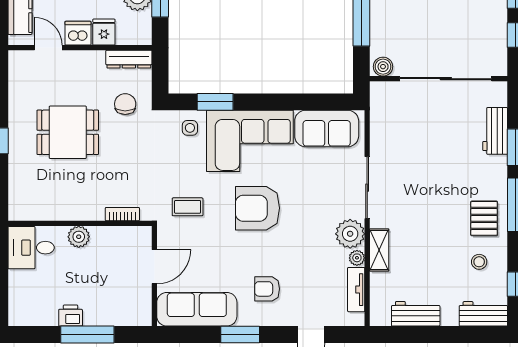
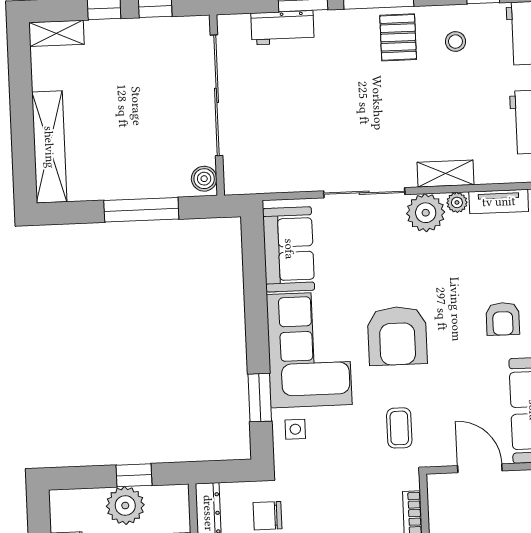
pallet: (484, 218) -> (398, 37), turned 90

